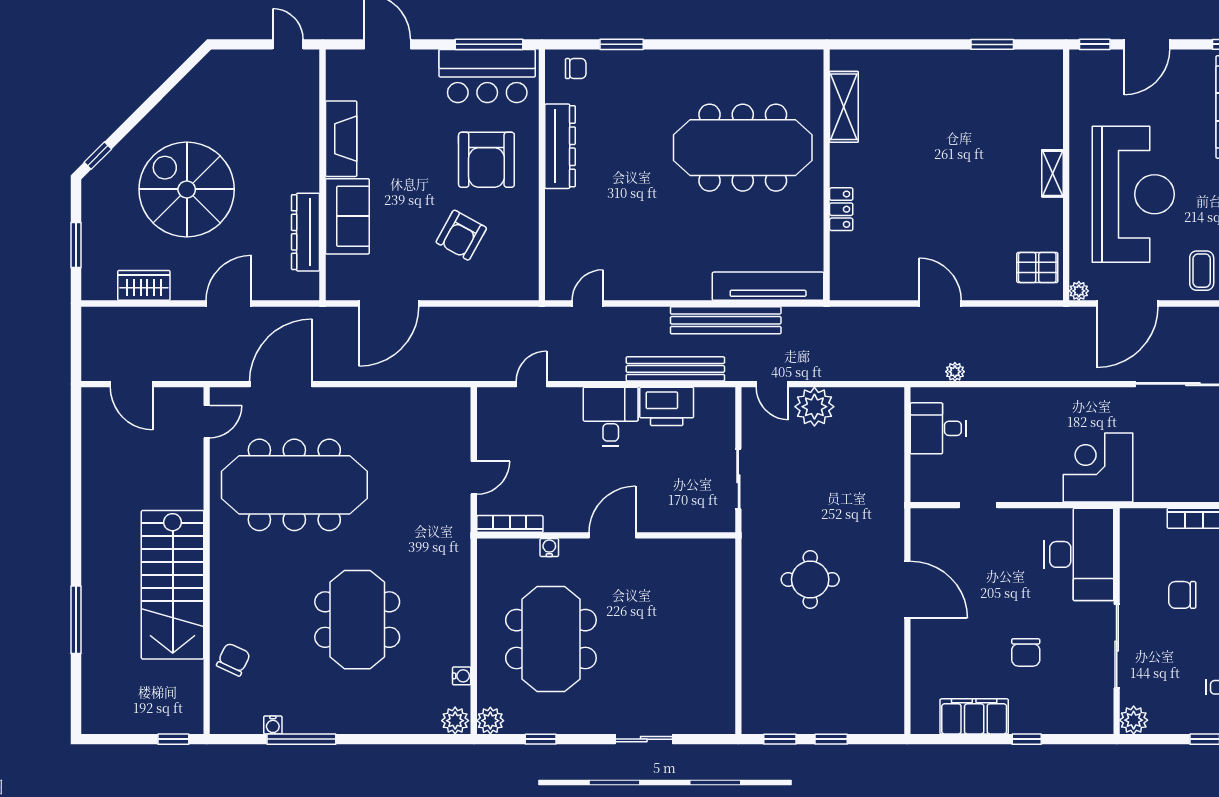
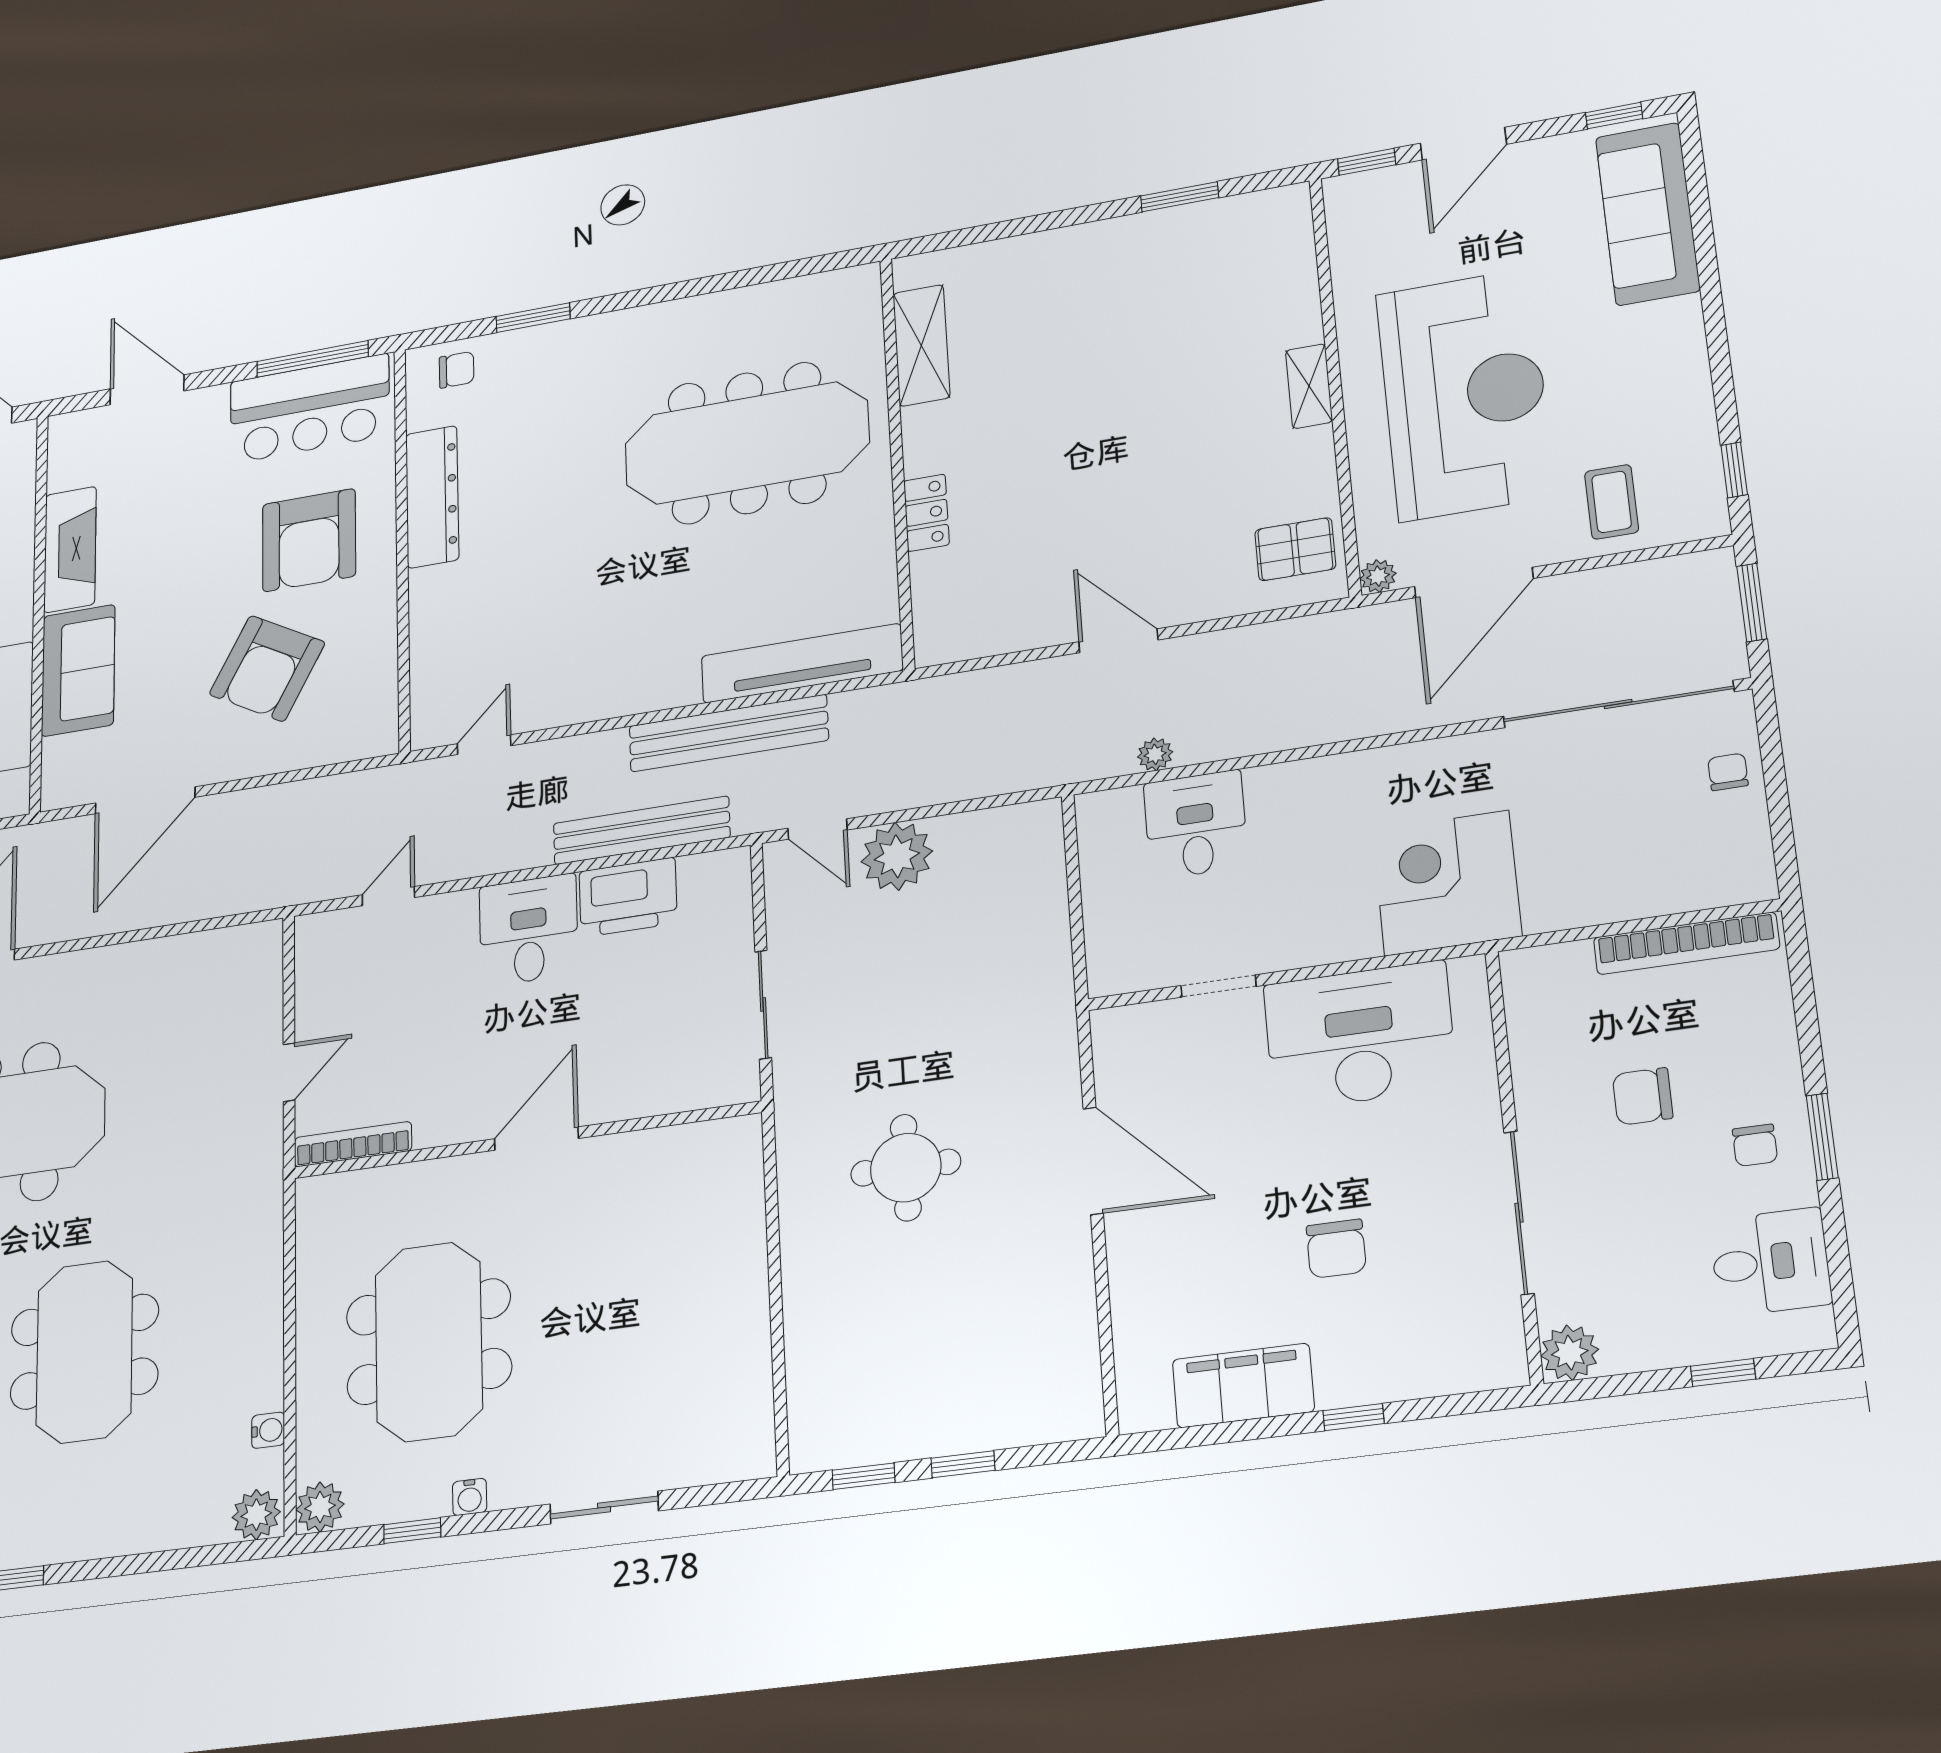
armchair: (461, 235) -> (267, 668), width x1.36, depth x1.36
desk: (938, 428) -> (1196, 825), moved, turned 90
water cooler: (549, 548) -> (470, 1497), moved, turned 180
desk: (1079, 554) -> (1360, 1036), moved, turned -90

